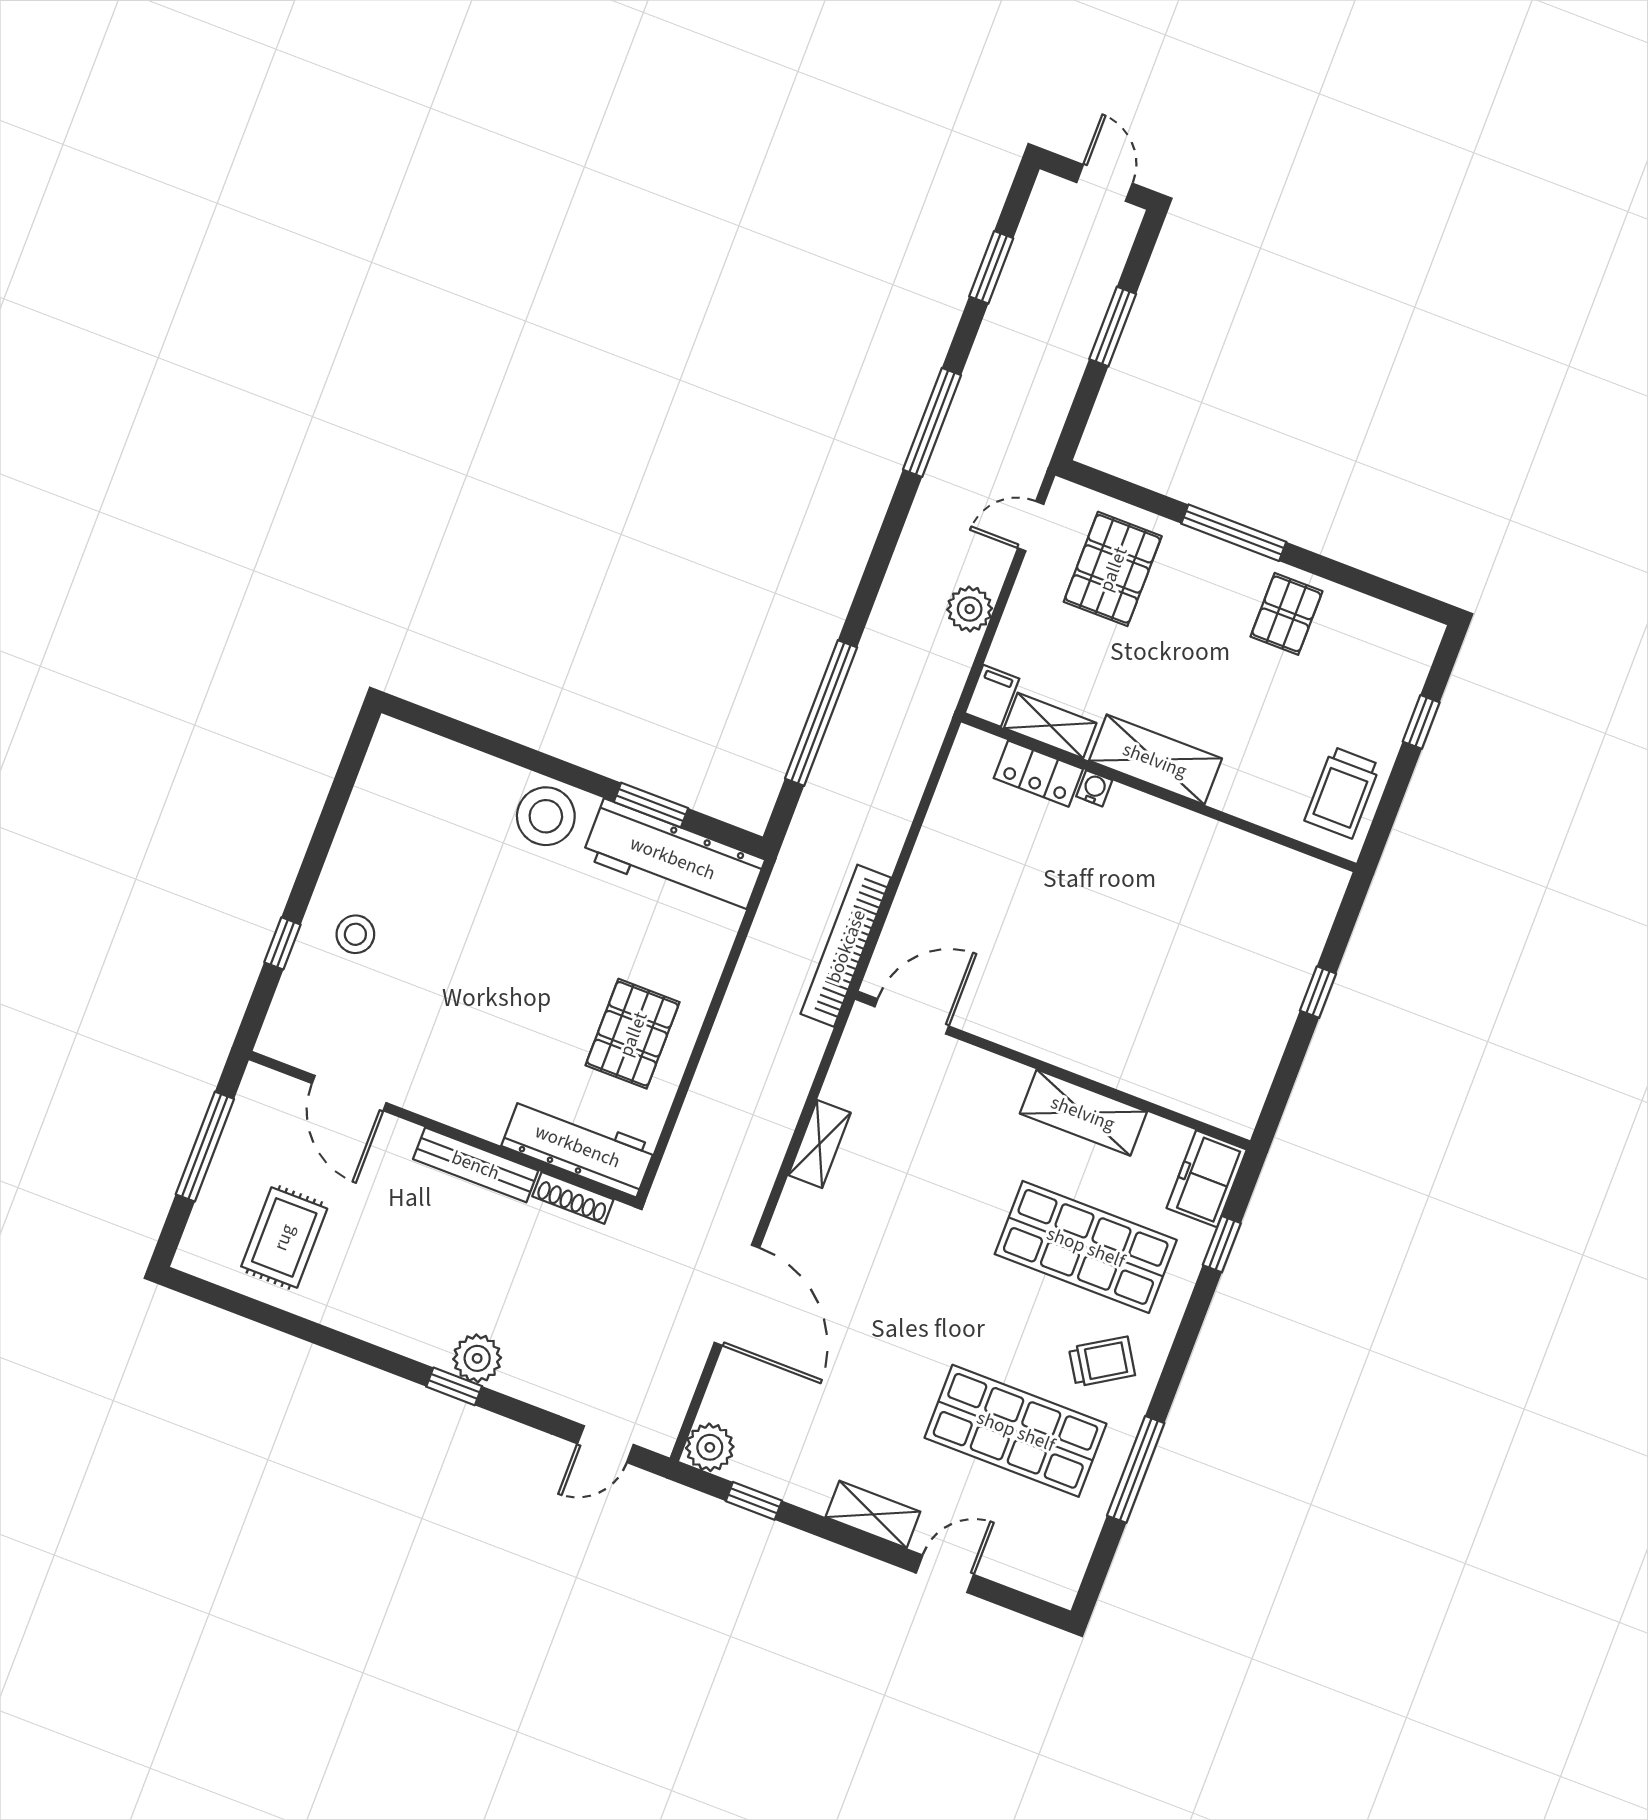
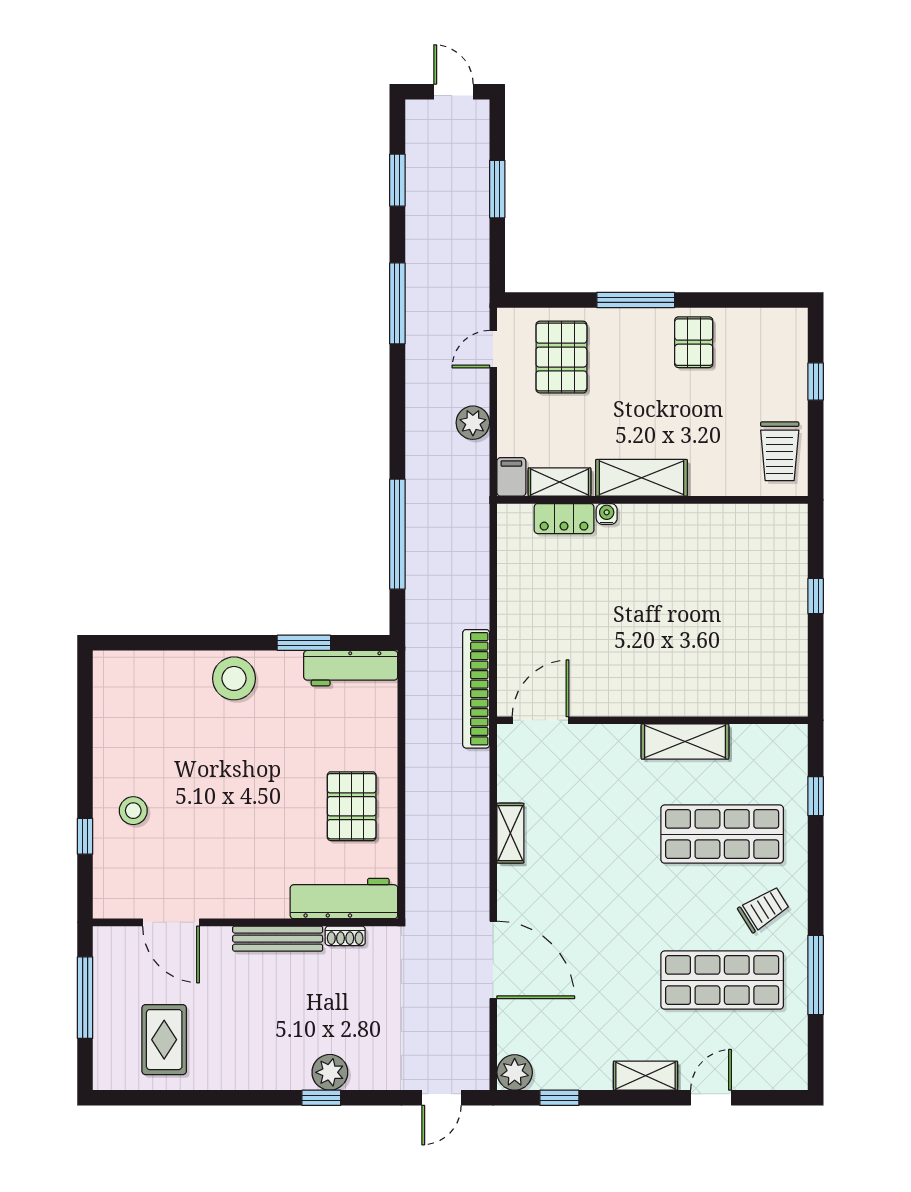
workbench: (673, 858) -> (351, 668), width x0.73, depth x0.76
freezer: (1207, 1179) -> (788, 755), removed
shoe rack: (573, 1198) -> (345, 936), width x0.70

